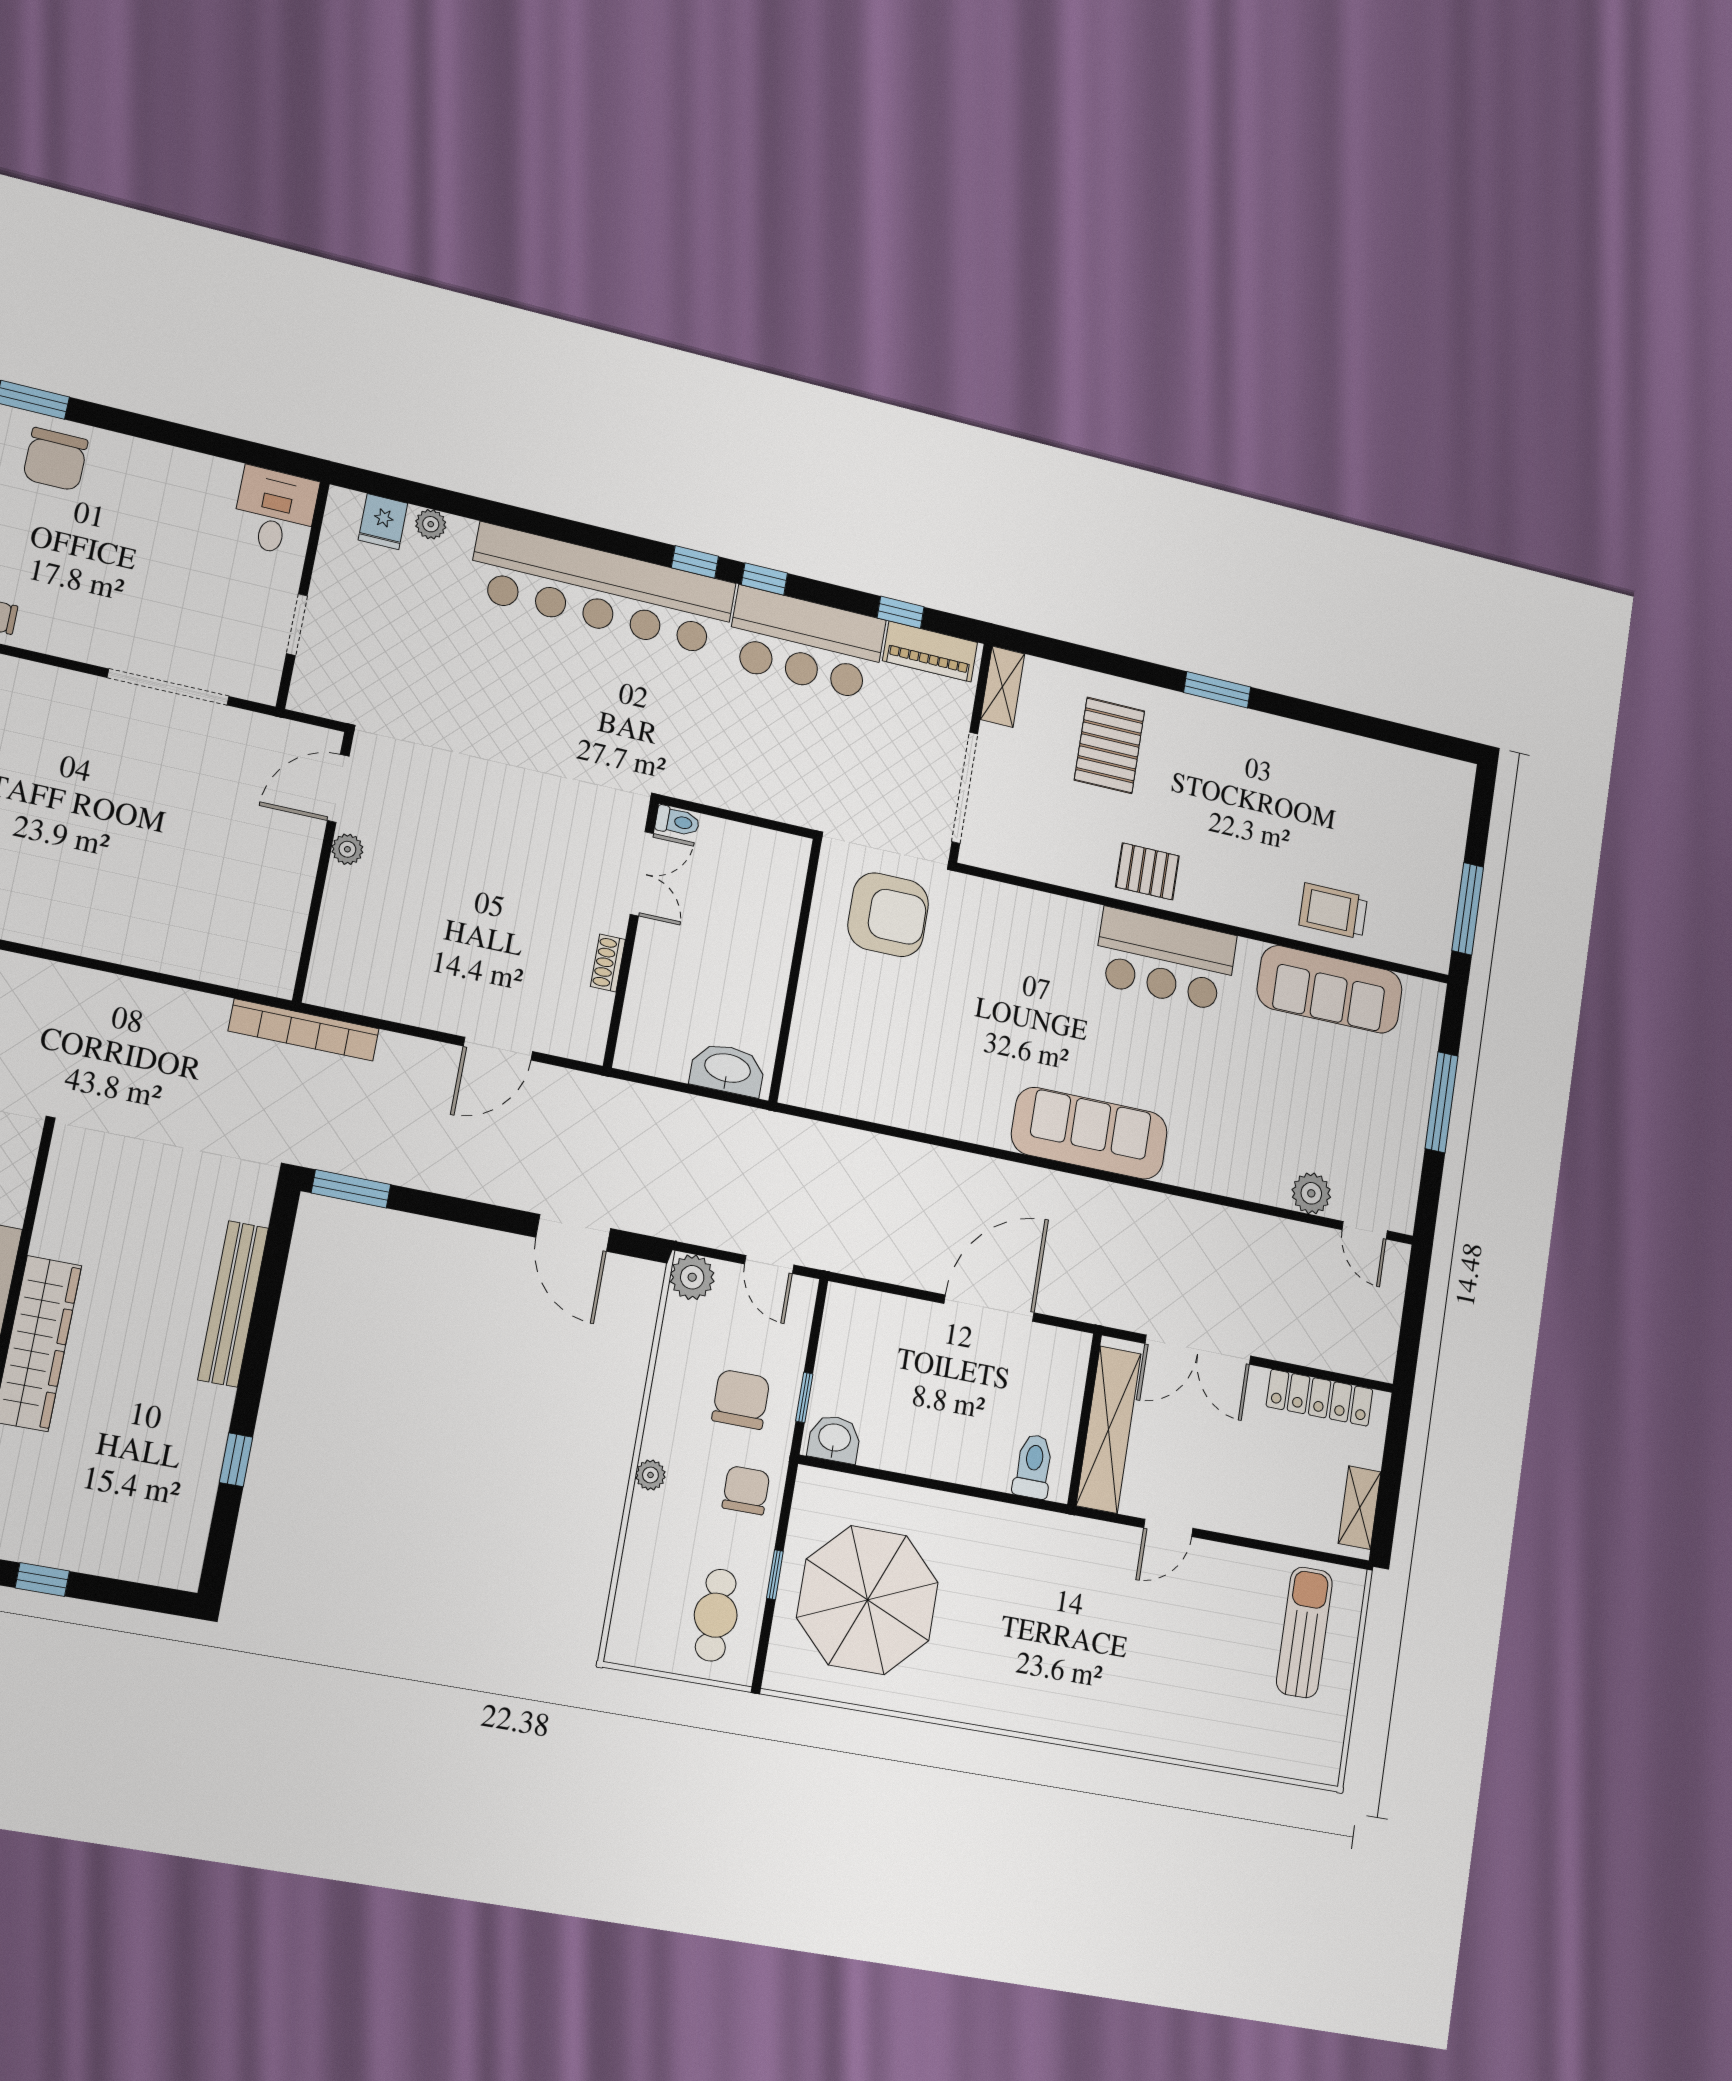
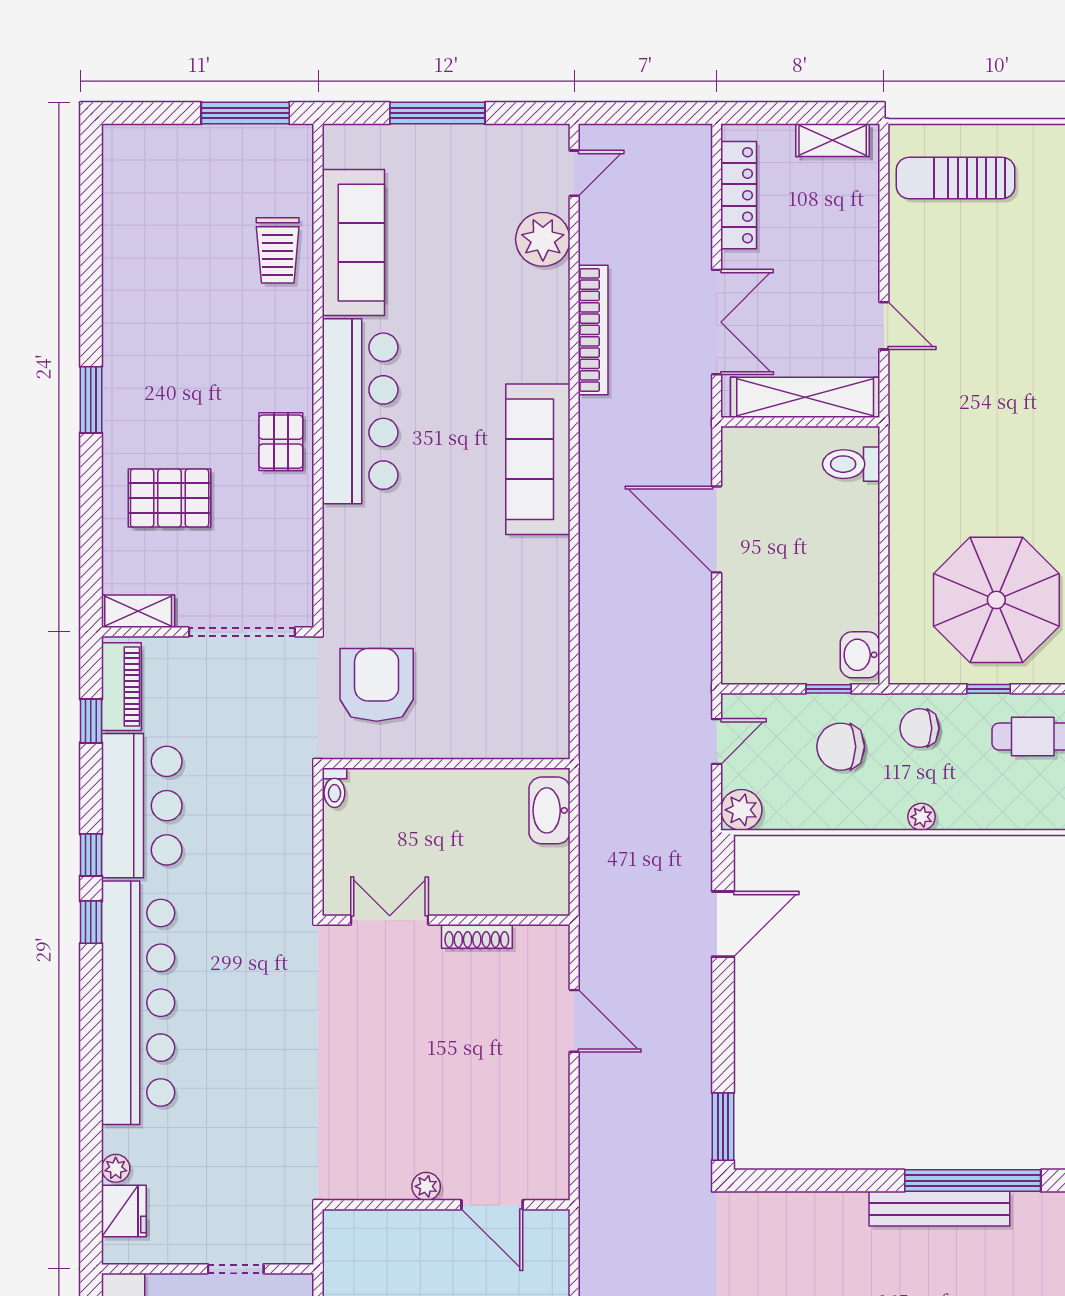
fridge: (383, 522) -> (124, 1211), width x1.38
door: (338, 788) -> (492, 1205), moved
toilet: (677, 821) -> (334, 788), moved, turned 180
bar counter: (1165, 959) -> (360, 411), width x1.36
shoe rack: (608, 963) -> (477, 936), width x1.43
bookcase: (304, 1030) -> (593, 330), moved
plant: (1311, 1193) -> (543, 239), width x1.36, depth x1.36
bench: (233, 1304) -> (939, 1209), moved
window: (236, 1460) -> (973, 1181), width x3.17

